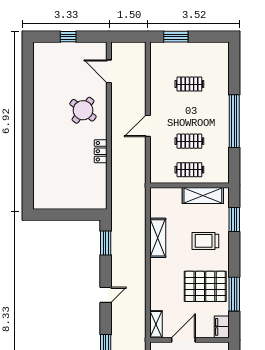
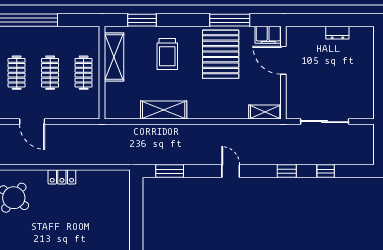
clothes rail: (189, 113) -> (17, 73), added
door: (183, 340) -> (283, 60), moved

